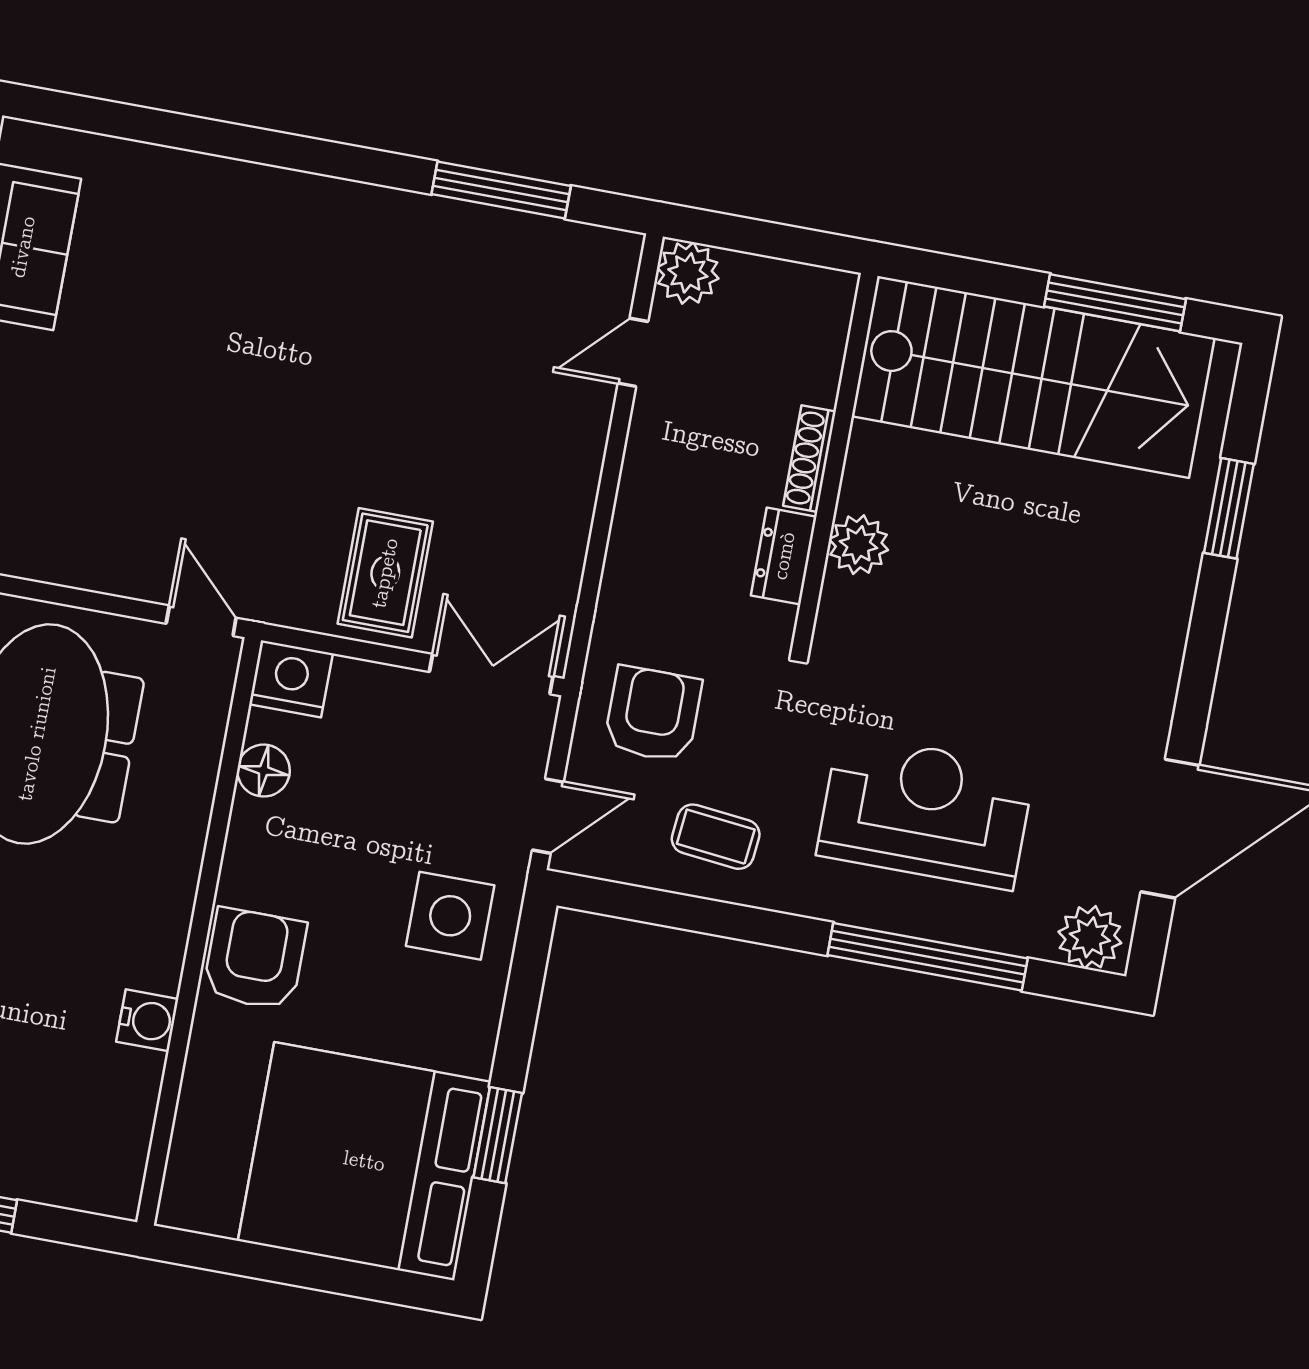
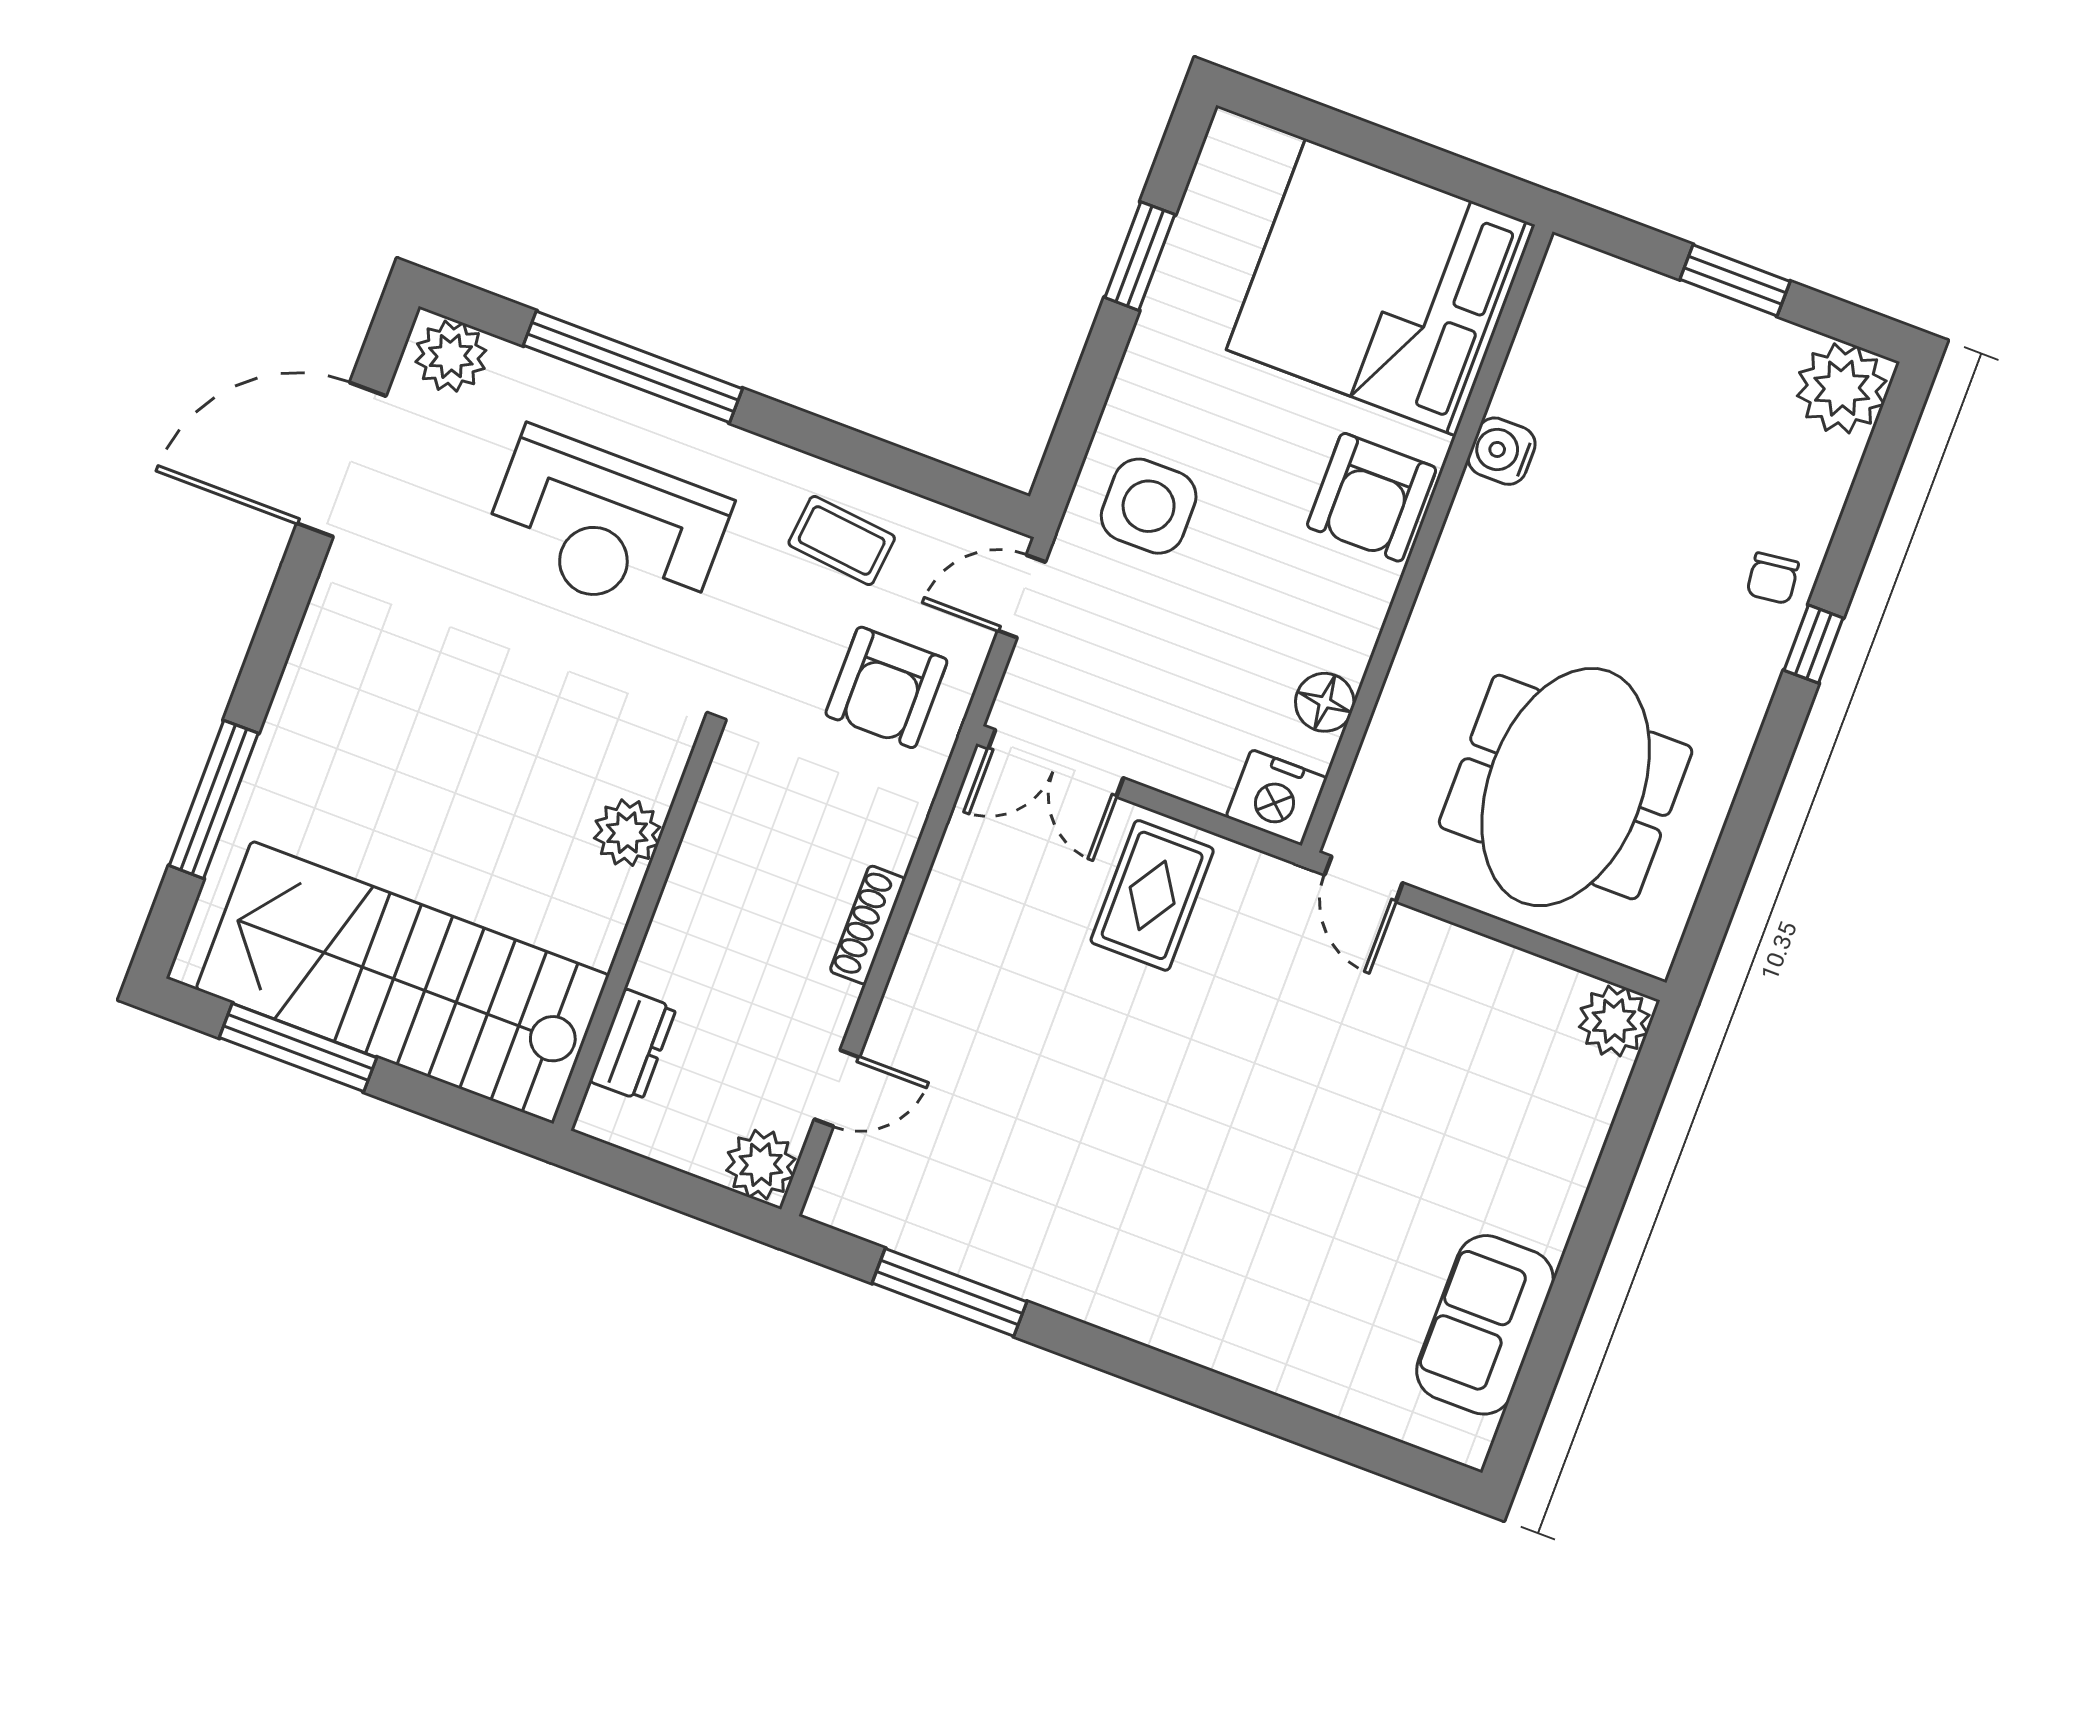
shoe rack: (809, 459) -> (868, 925), moved, turned 180
window: (1229, 508) -> (214, 799), width x1.44
dresser: (784, 556) -> (633, 1045), moved
bed: (364, 1161) -> (1381, 287), moved, turned 180

